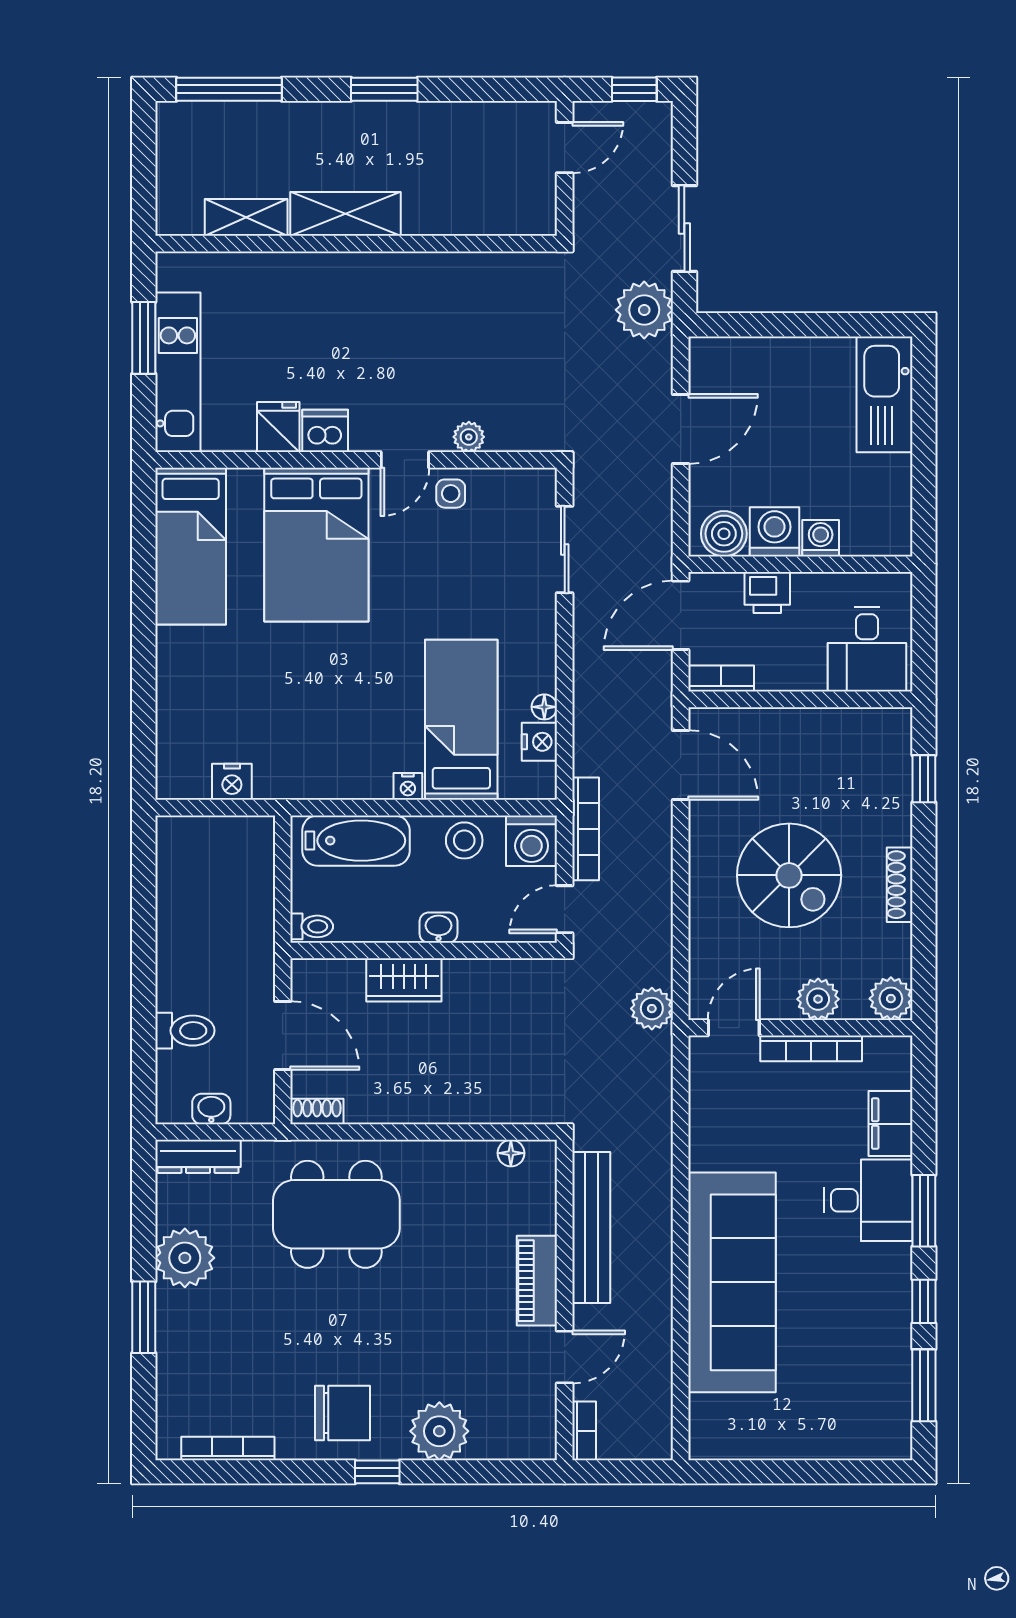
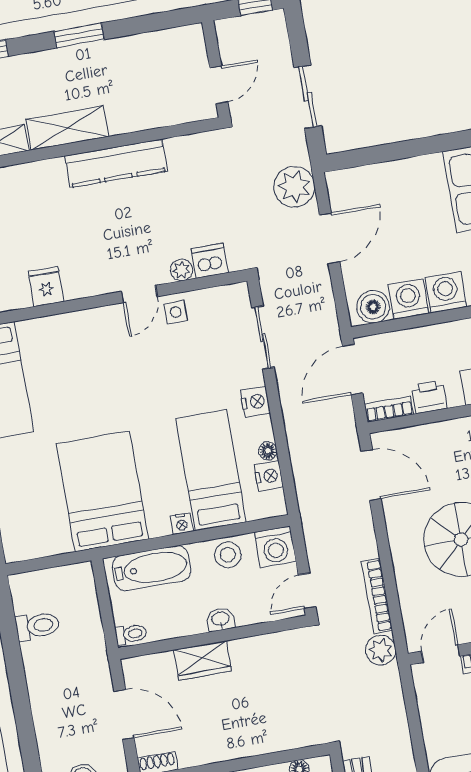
door: (565, 148) -> (219, 85), moved
kitchen counter: (404, 274) -> (116, 163), added
plant: (644, 310) -> (294, 187), moved
dishwasher: (325, 431) -> (210, 261), moved
washing machine: (821, 538) -> (446, 292), width x1.38, depth x1.38
bed: (316, 545) -> (102, 491), moved, turned 180
printer: (767, 593) -> (429, 397), moved, turned 180
nightstand: (232, 782) -> (255, 402), moved, turned -90
bookcase: (586, 829) -> (377, 596), moved, turned 180
toilet: (185, 1031) -> (37, 626), moved

